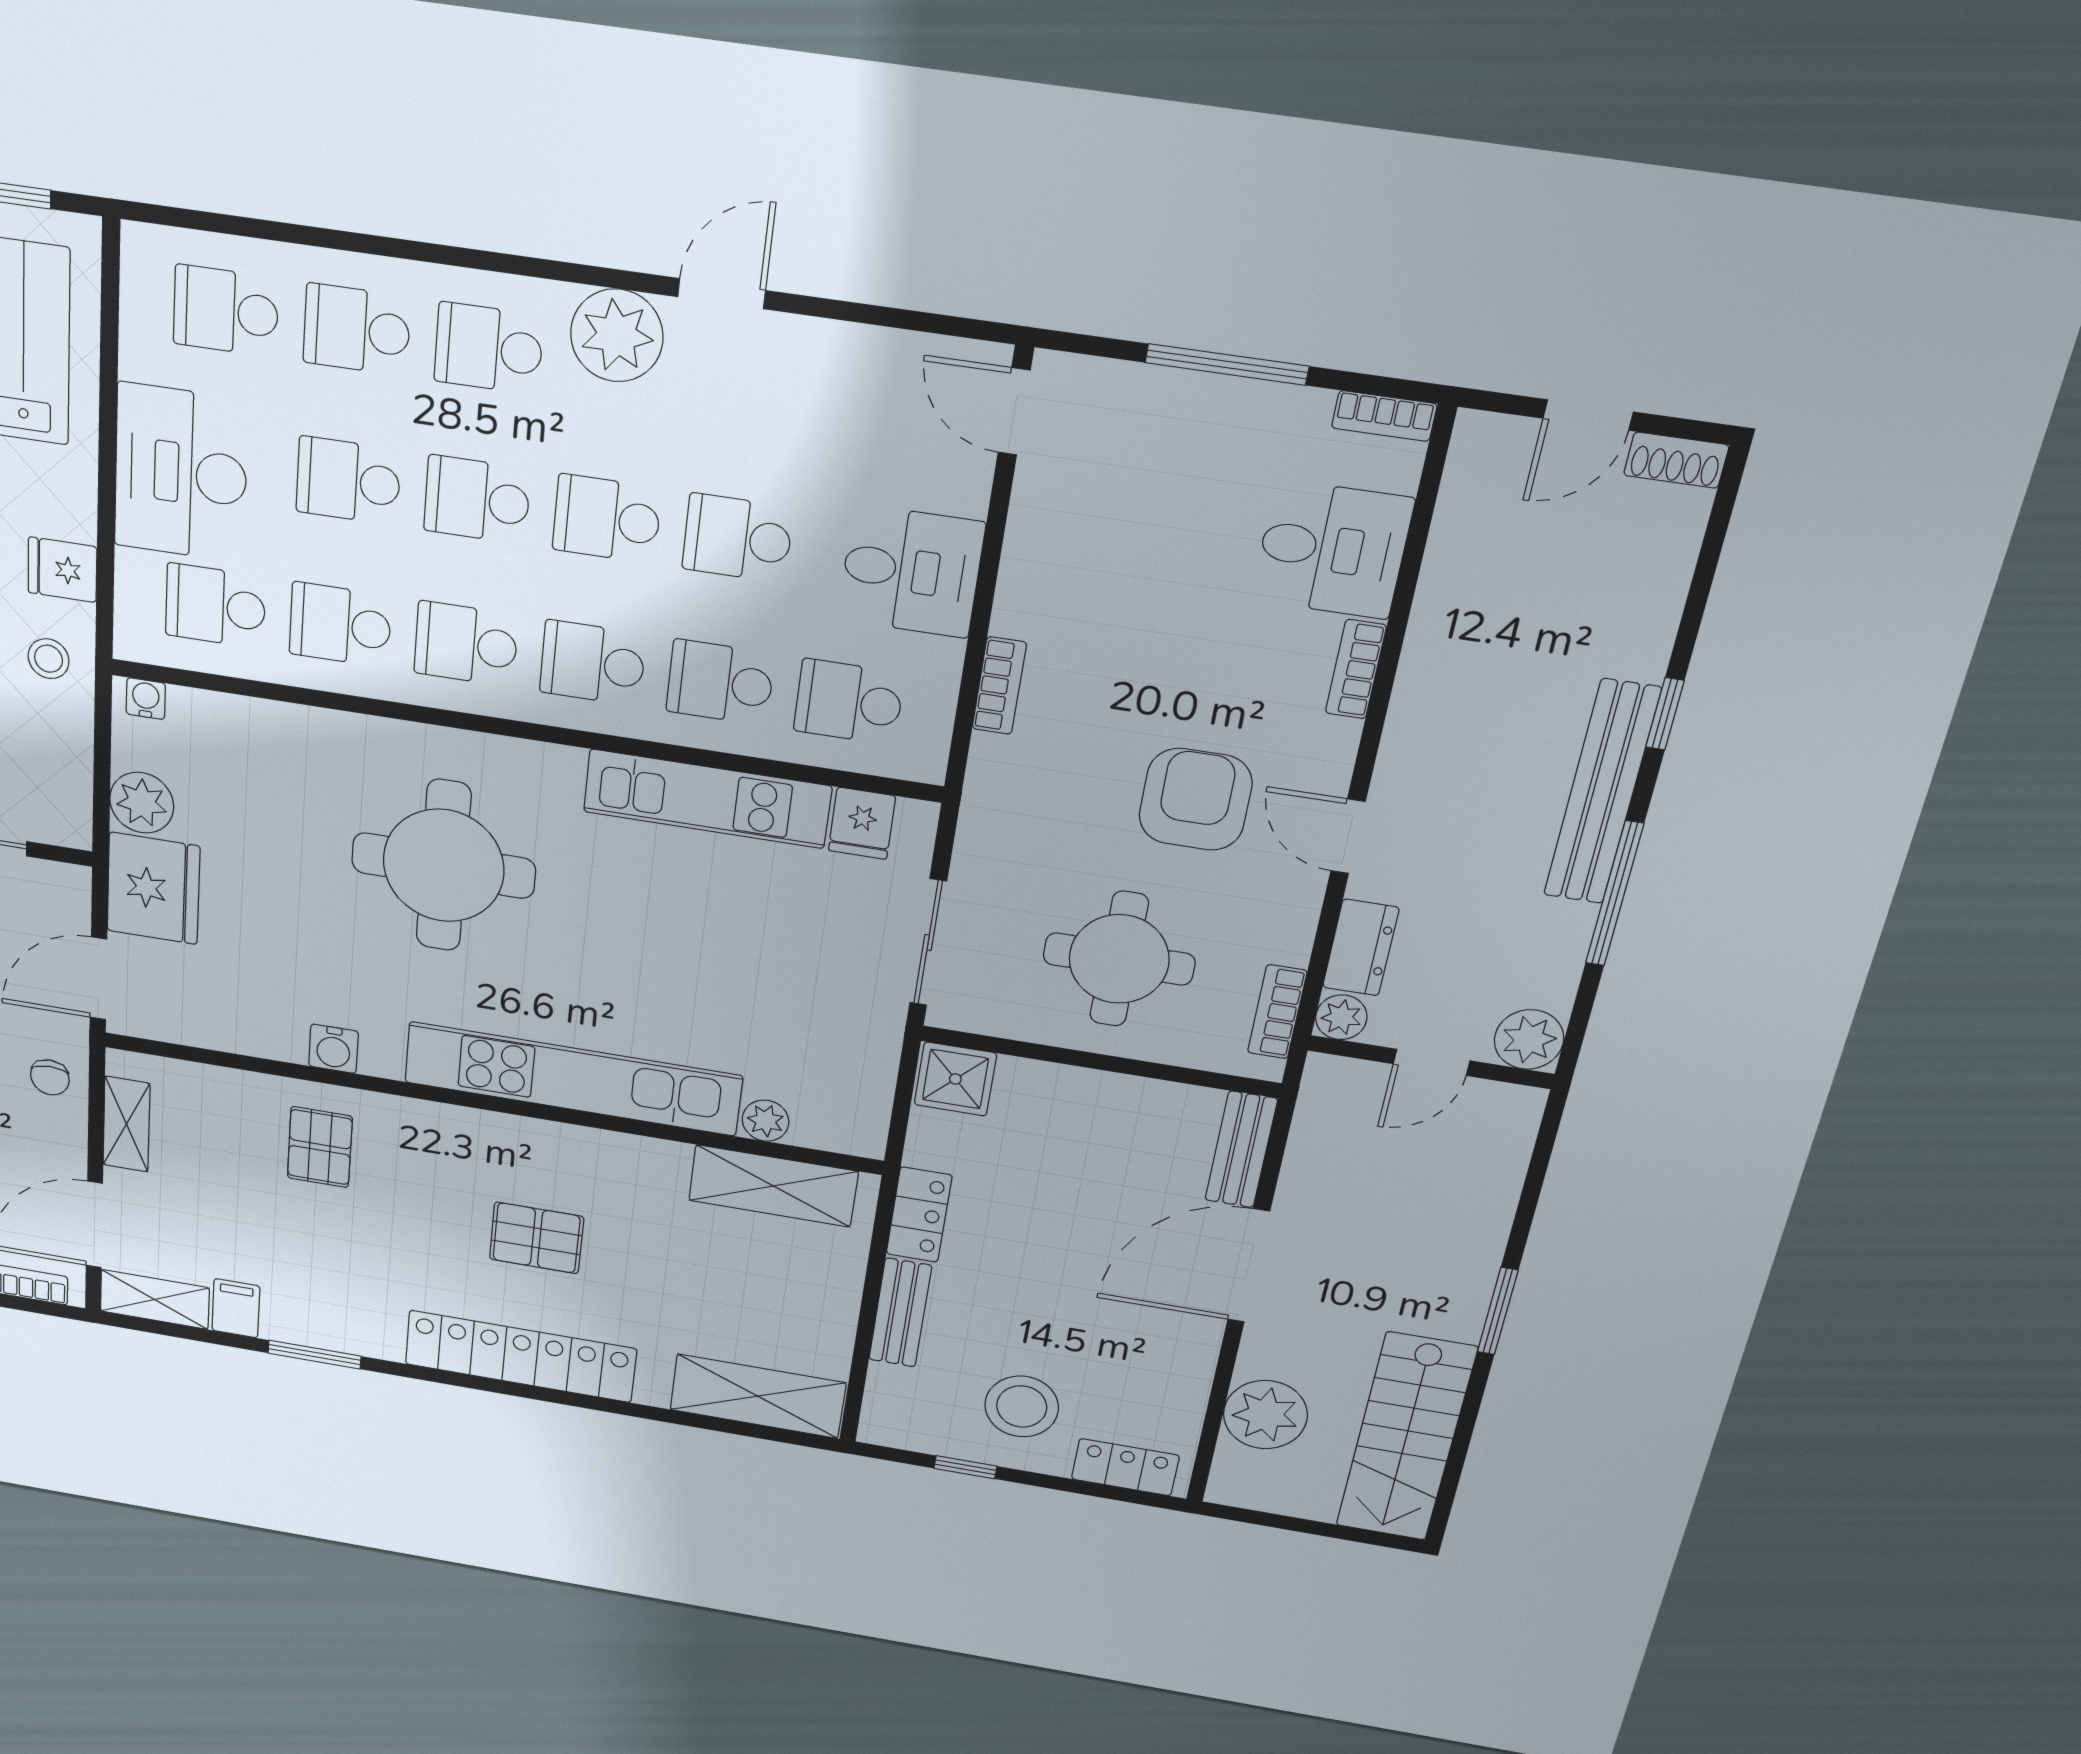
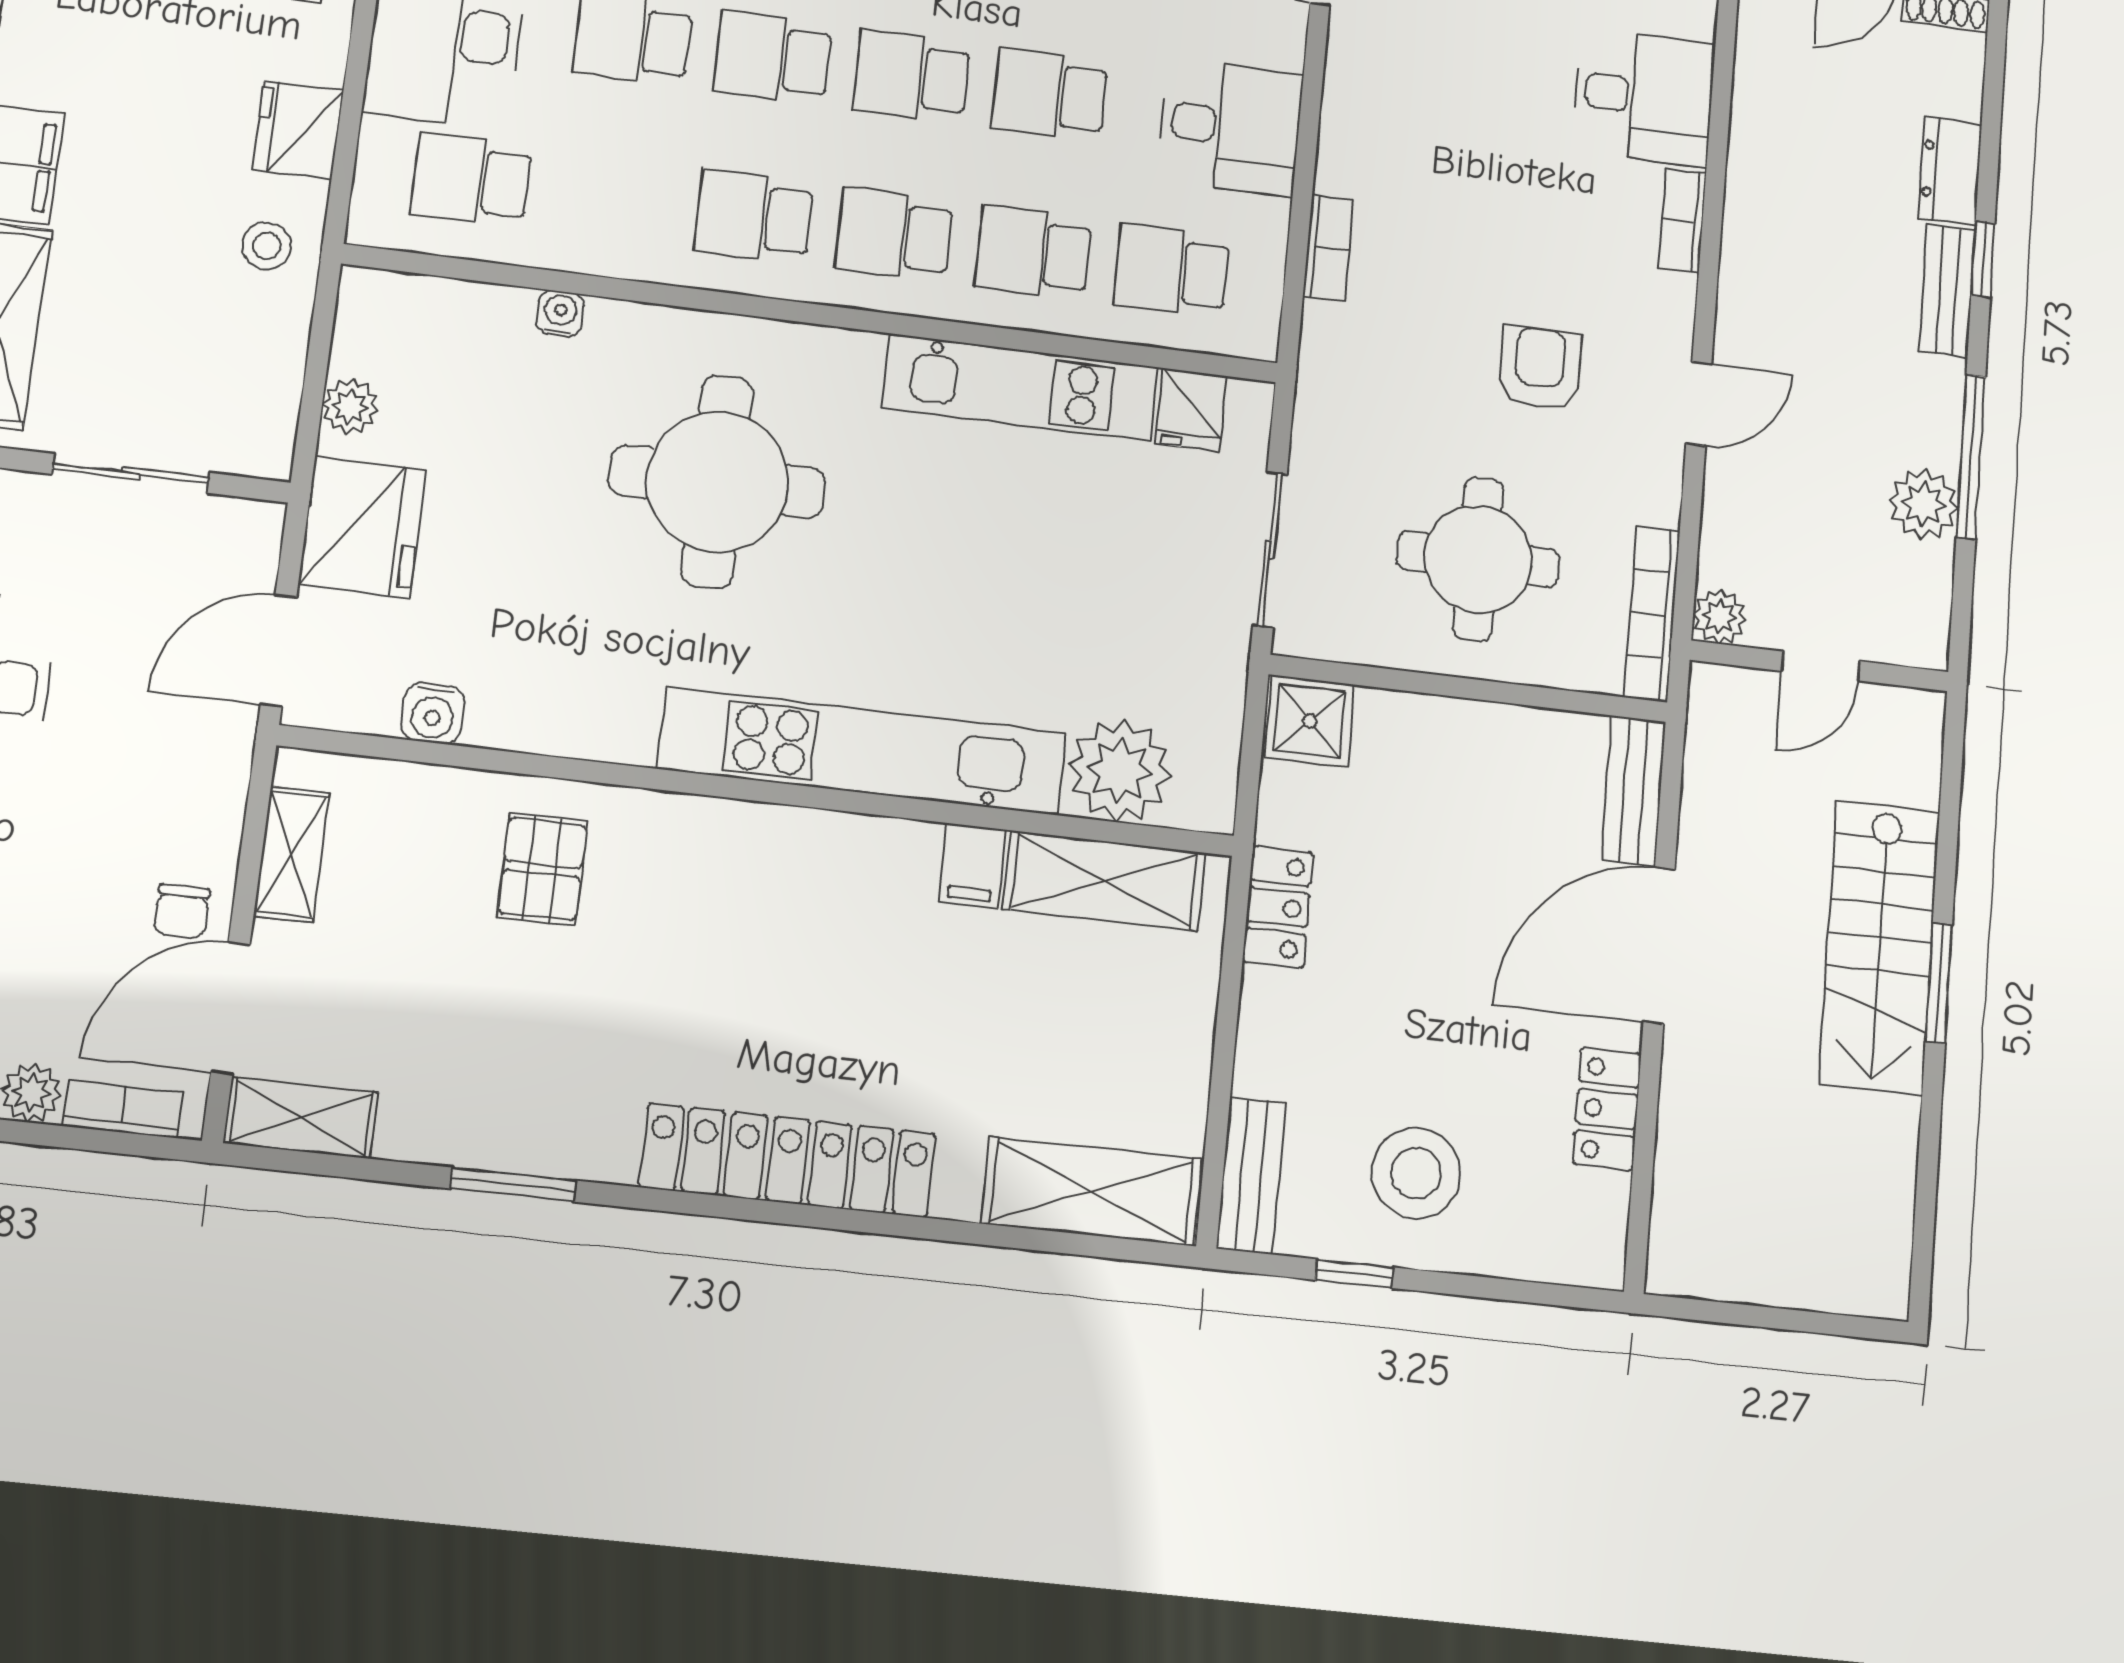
fridge: (62, 570) -> (298, 130), width x1.38
school desk: (340, 625) -> (613, 198), removed
water cooler: (146, 699) -> (560, 314), moved
bench: (1602, 793) -> (1947, 291), width x0.54, depth x0.82
armchair: (1195, 799) -> (1540, 368), width x0.72, depth x0.72
plant: (142, 803) -> (350, 407), width x0.73, depth x0.73
door: (1348, 836) -> (1699, 404), swing flipped
dresser: (1361, 948) -> (1950, 171), moved, turned 180
bookcase: (1277, 1012) -> (1652, 614), width x1.56
plant: (1529, 1039) -> (1923, 504), moved
water cooler: (333, 1049) -> (433, 713), moved
chair: (50, 1077) -> (182, 911), moved
plant: (766, 1121) -> (1120, 770), width x1.88, depth x1.88
pallet: (536, 1238) -> (813, 979), removed
filing cabinet: (236, 1308) -> (972, 866), moved, turned 180
bench: (900, 1313) -> (1251, 1175), moved
plant: (1265, 1415) -> (1702, 1155), removed
stairs: (1406, 1437) -> (1880, 947), moved
locker: (1125, 1467) -> (1607, 1109), moved, turned -90

